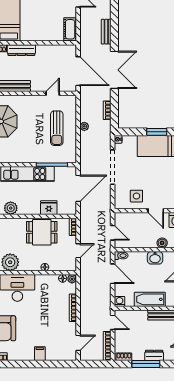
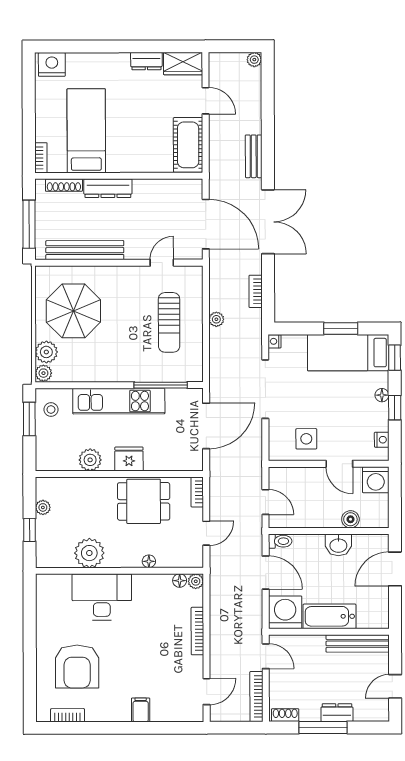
cot: (70, 29) -> (188, 145), width x1.37, depth x1.34
fridge: (49, 208) -> (129, 459), moved
washing machine: (119, 301) -> (285, 612), width x1.89, depth x1.89

